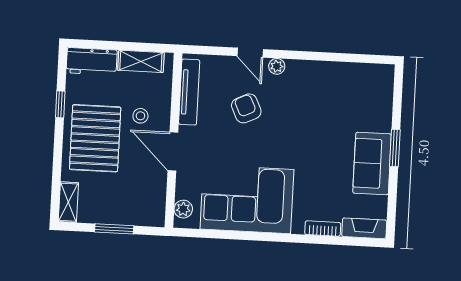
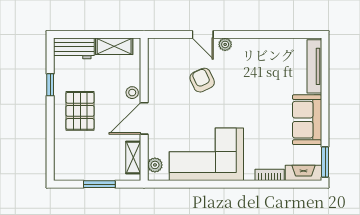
tv unit: (189, 92) -> (314, 66), moved, turned 180
stool: (140, 116) -> (132, 93), moved
pallet: (95, 138) -> (80, 111), width x0.73, depth x0.71
window: (395, 148) -> (325, 162), moved
door: (173, 152) -> (144, 118), hinge flipped
shelving: (68, 202) -> (133, 158), moved

